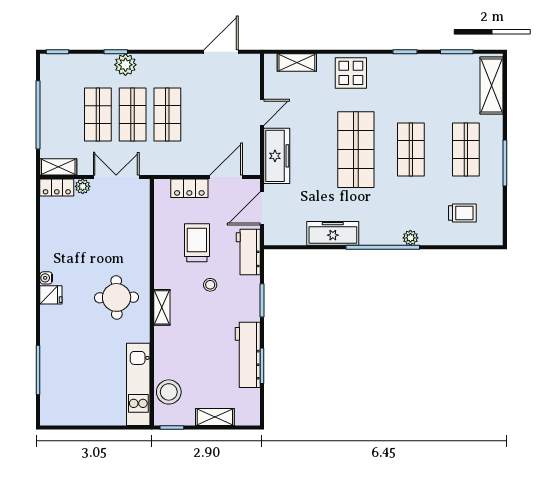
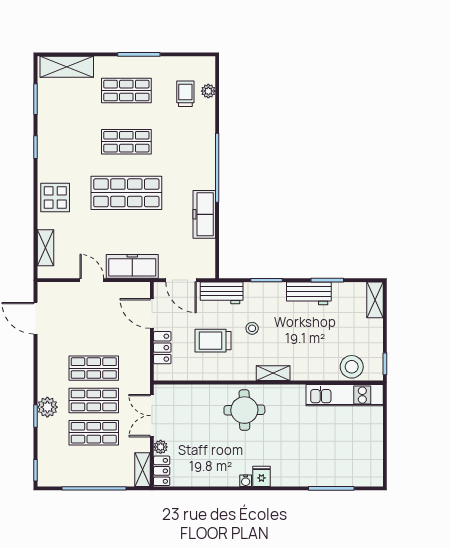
plant: (410, 238) -> (208, 91), moved
round table: (117, 297) -> (244, 410), moved
workbench: (248, 355) -> (309, 293), width x0.73
shelving: (215, 417) -> (375, 300), moved

